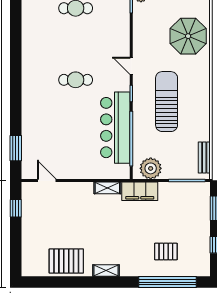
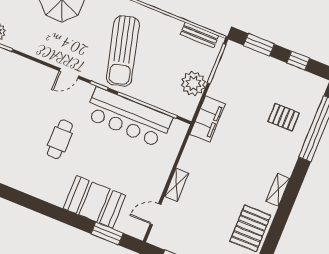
sun lounger: (167, 102) -> (123, 51), turned -104
booth: (37, 128) -> (94, 202), added
plant: (151, 168) -> (193, 83), moved
shelving: (107, 188) -> (177, 185), moved
pallet: (166, 251) -> (284, 117), turned 90

